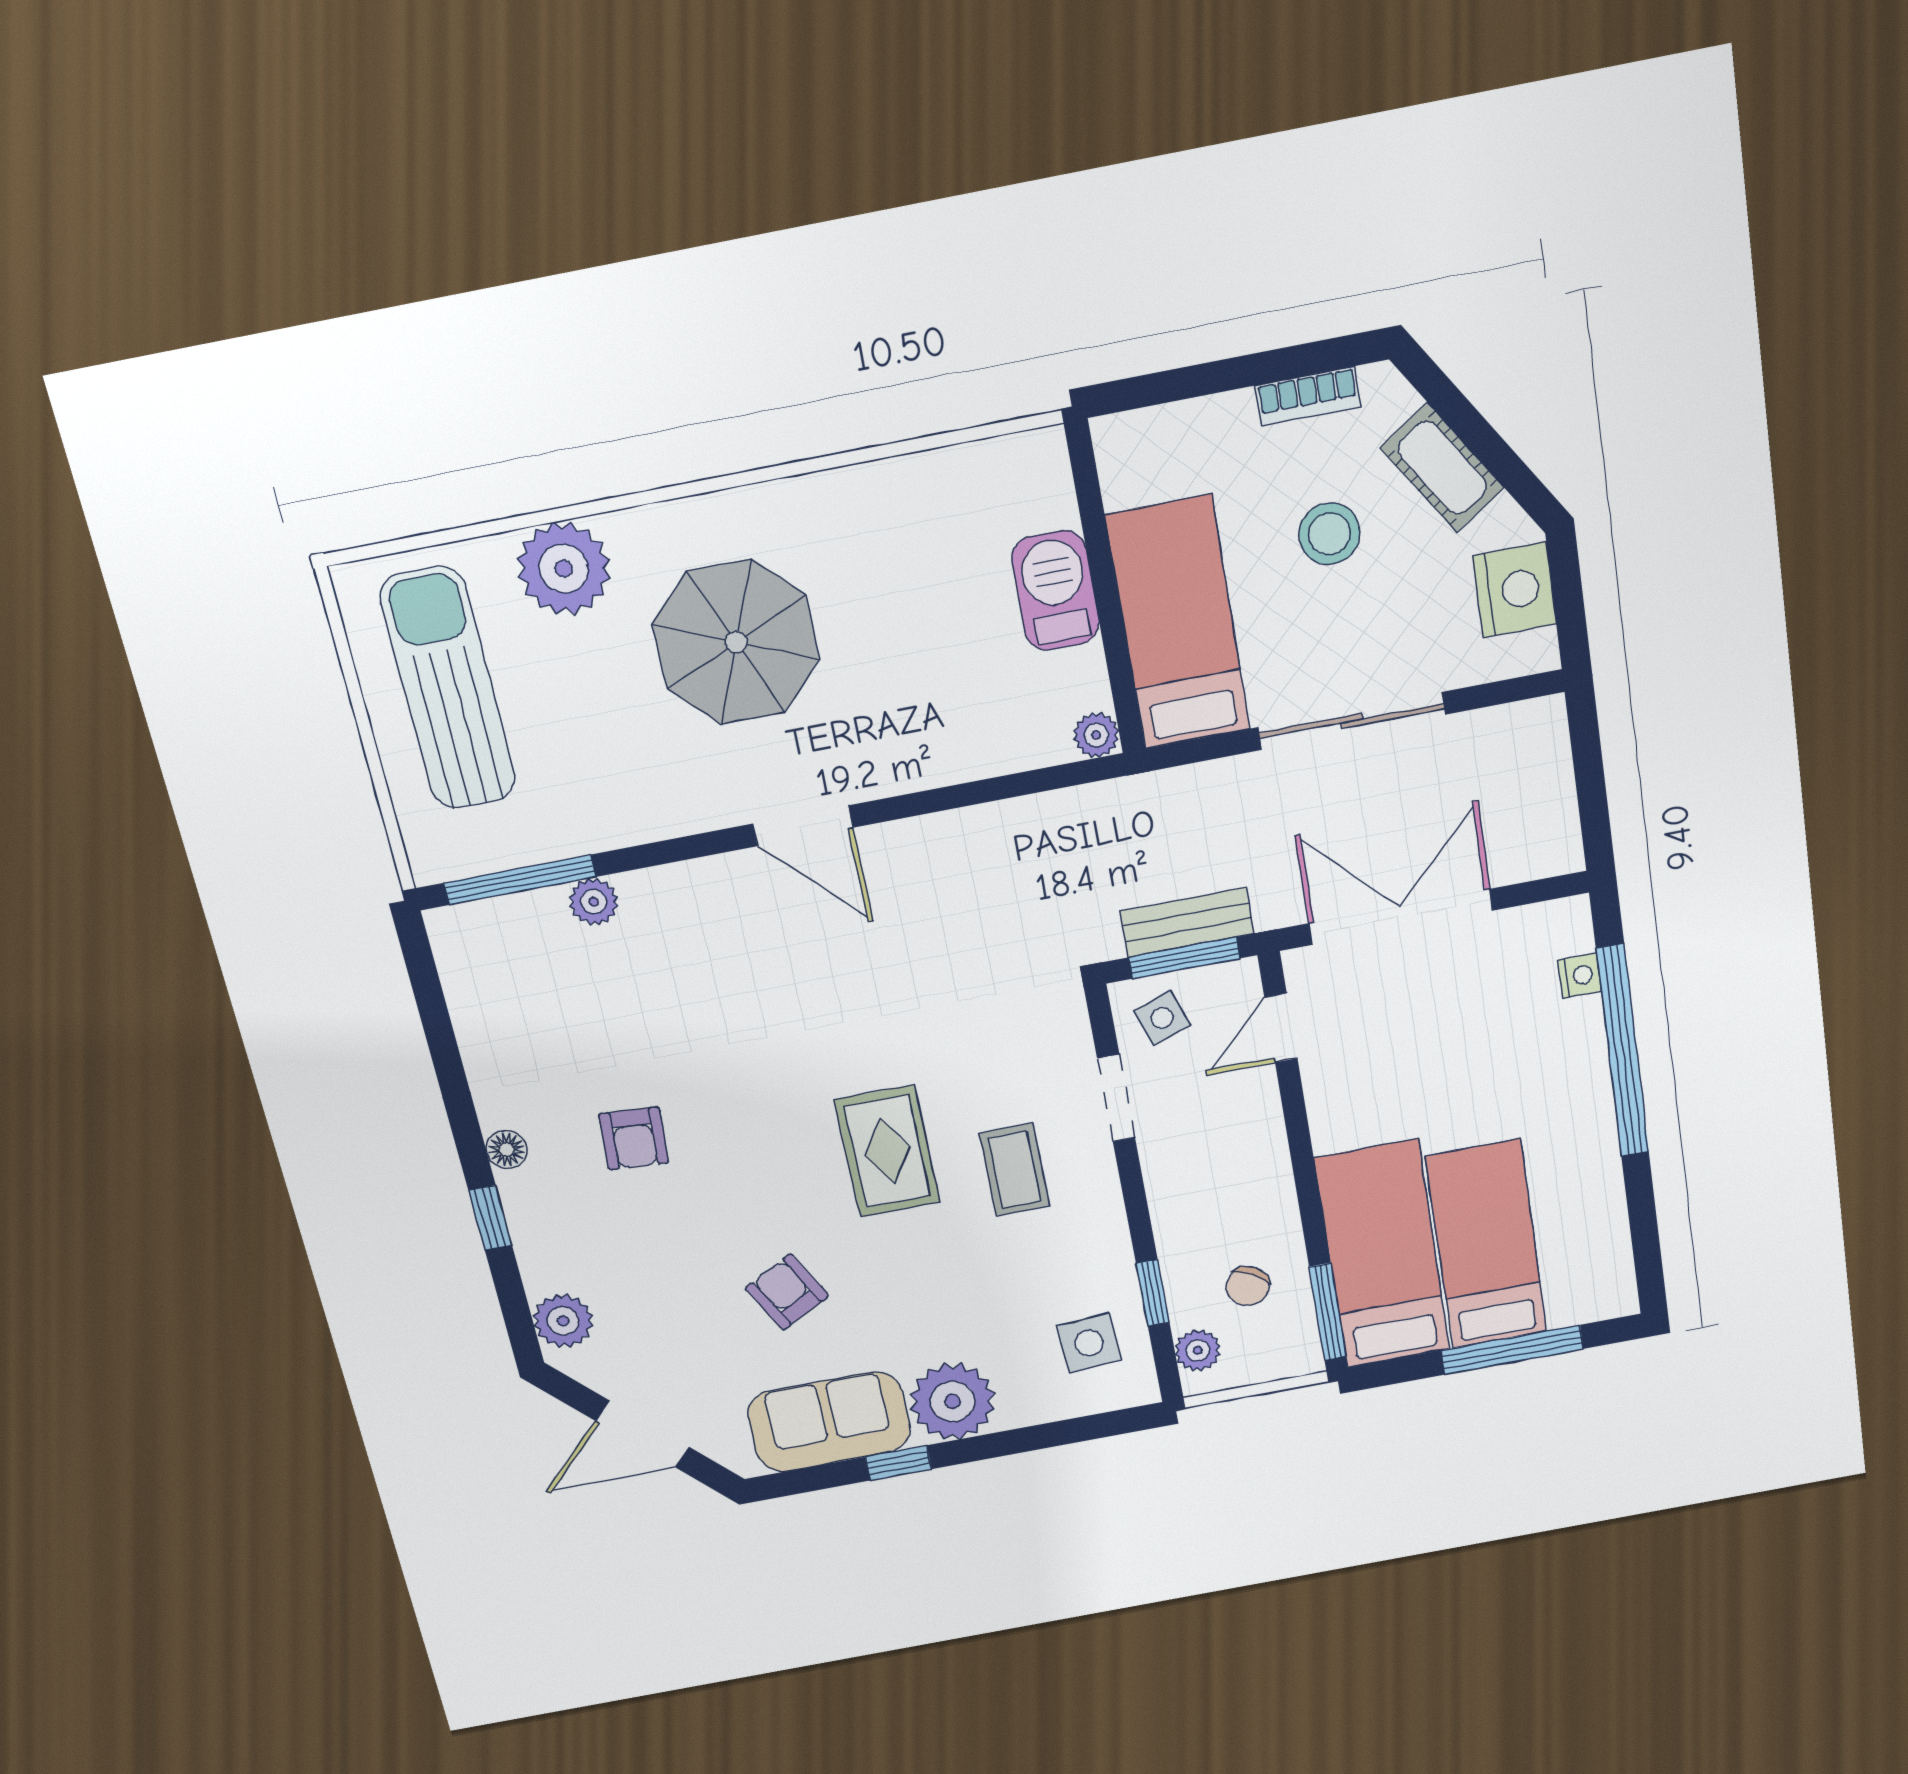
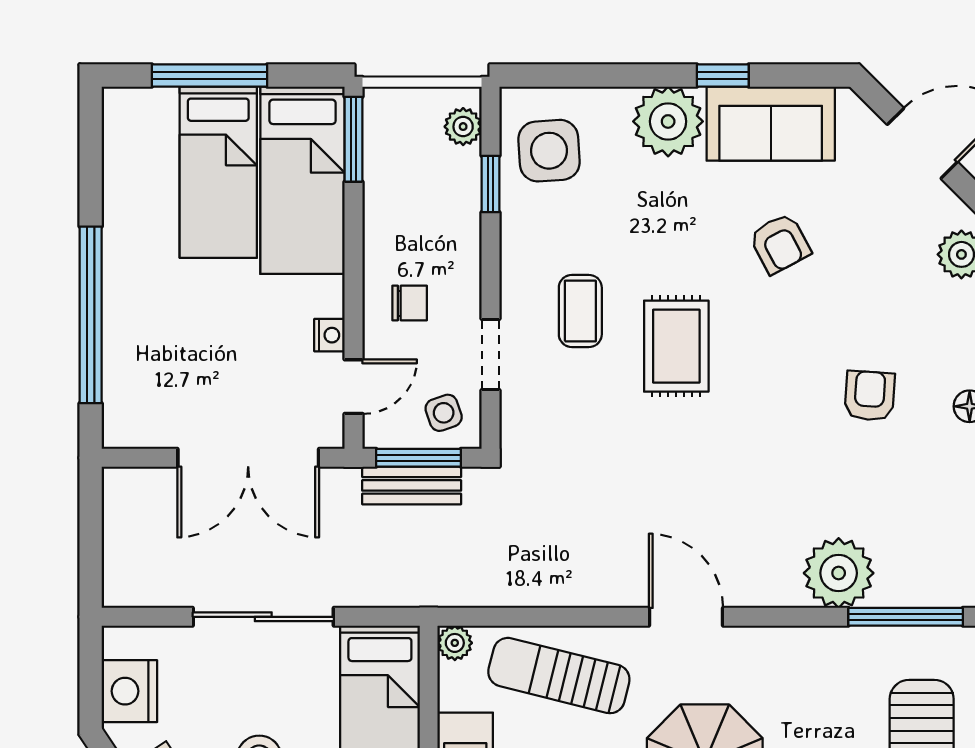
sun lounger: (952, 719) -> (559, 676), added
plant: (594, 902) -> (839, 573), width x1.87, depth x1.87
nightstand: (1580, 976) -> (329, 335), moved, turned 180
chair: (1248, 1286) -> (410, 303), moved, turned 60
side table: (1089, 1343) -> (549, 151), width x1.37, depth x1.37

